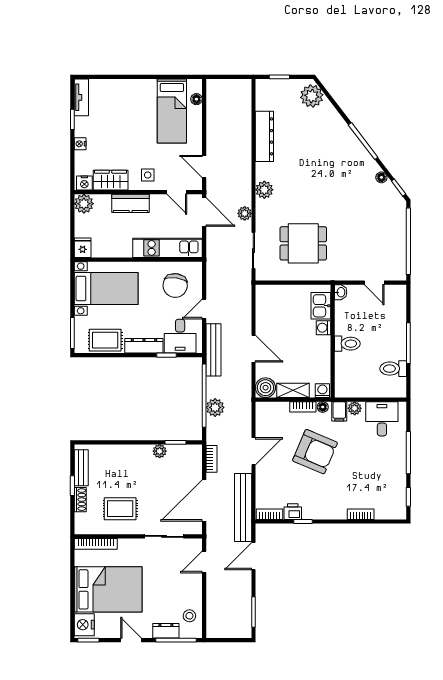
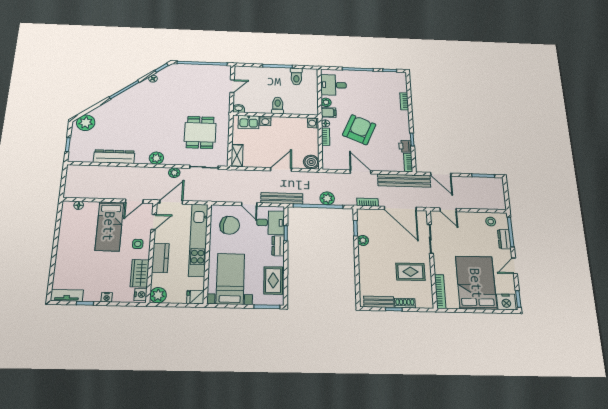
bed: (172, 111) -> (109, 226), moved, turned 90
kitchen unit: (167, 248) -> (198, 240), width x1.36
dresser: (144, 346) -> (278, 246), width x0.70
shelving: (293, 390) -> (237, 155), moved
rug: (120, 509) -> (410, 272), turned 90

